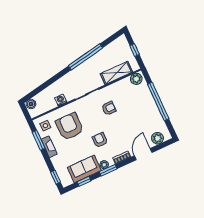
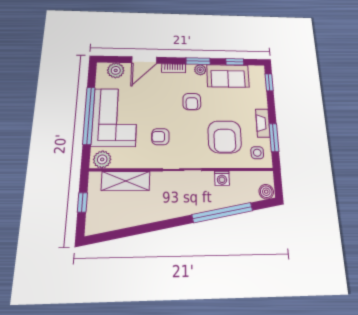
window: (85, 57) -> (222, 213), moved
corner sofa: (142, 108) -> (115, 117), added

